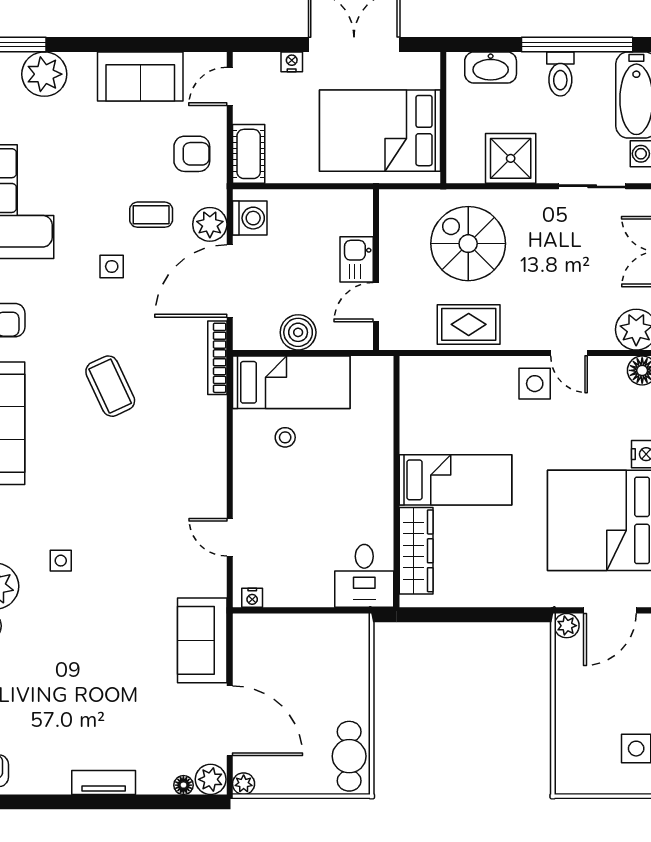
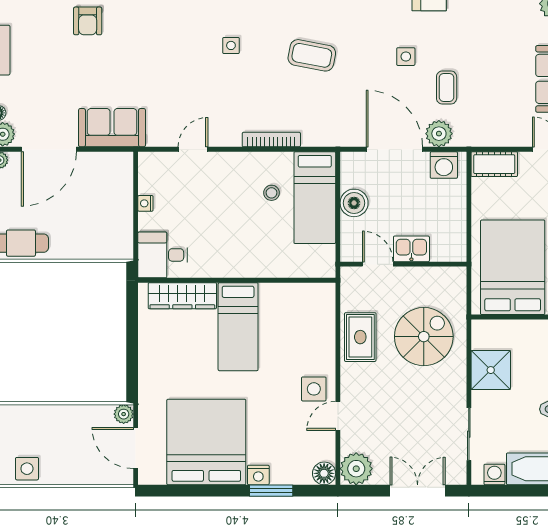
armchair: (192, 154) -> (88, 21), moved
bookcase: (217, 358) -> (271, 140), moved
coffee table: (110, 386) -> (312, 55), turned 36
side table: (61, 561) -> (231, 45), moved
nightstand: (252, 598) -> (145, 203), moved

